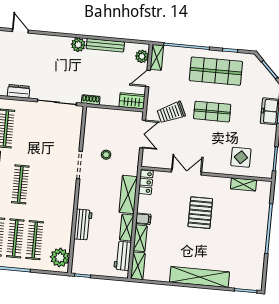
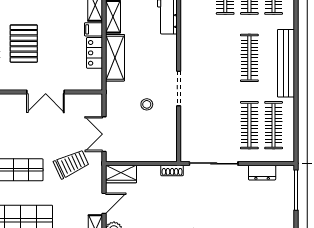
clothes rail: (25, 130) -> (249, 125), added
locker: (146, 182) -> (95, 53), moved

